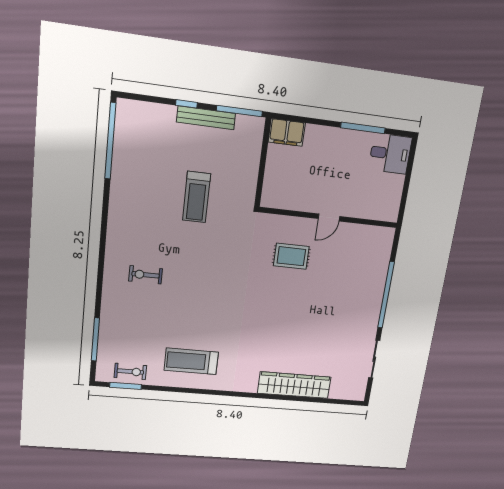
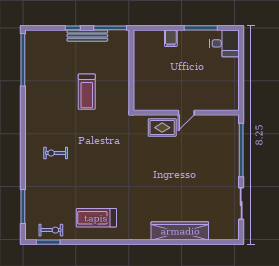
filing cabinet: (287, 132) -> (171, 38), moved, width x0.50
door: (329, 218) -> (186, 113), moved
wall: (329, 218) -> (186, 113), moved

